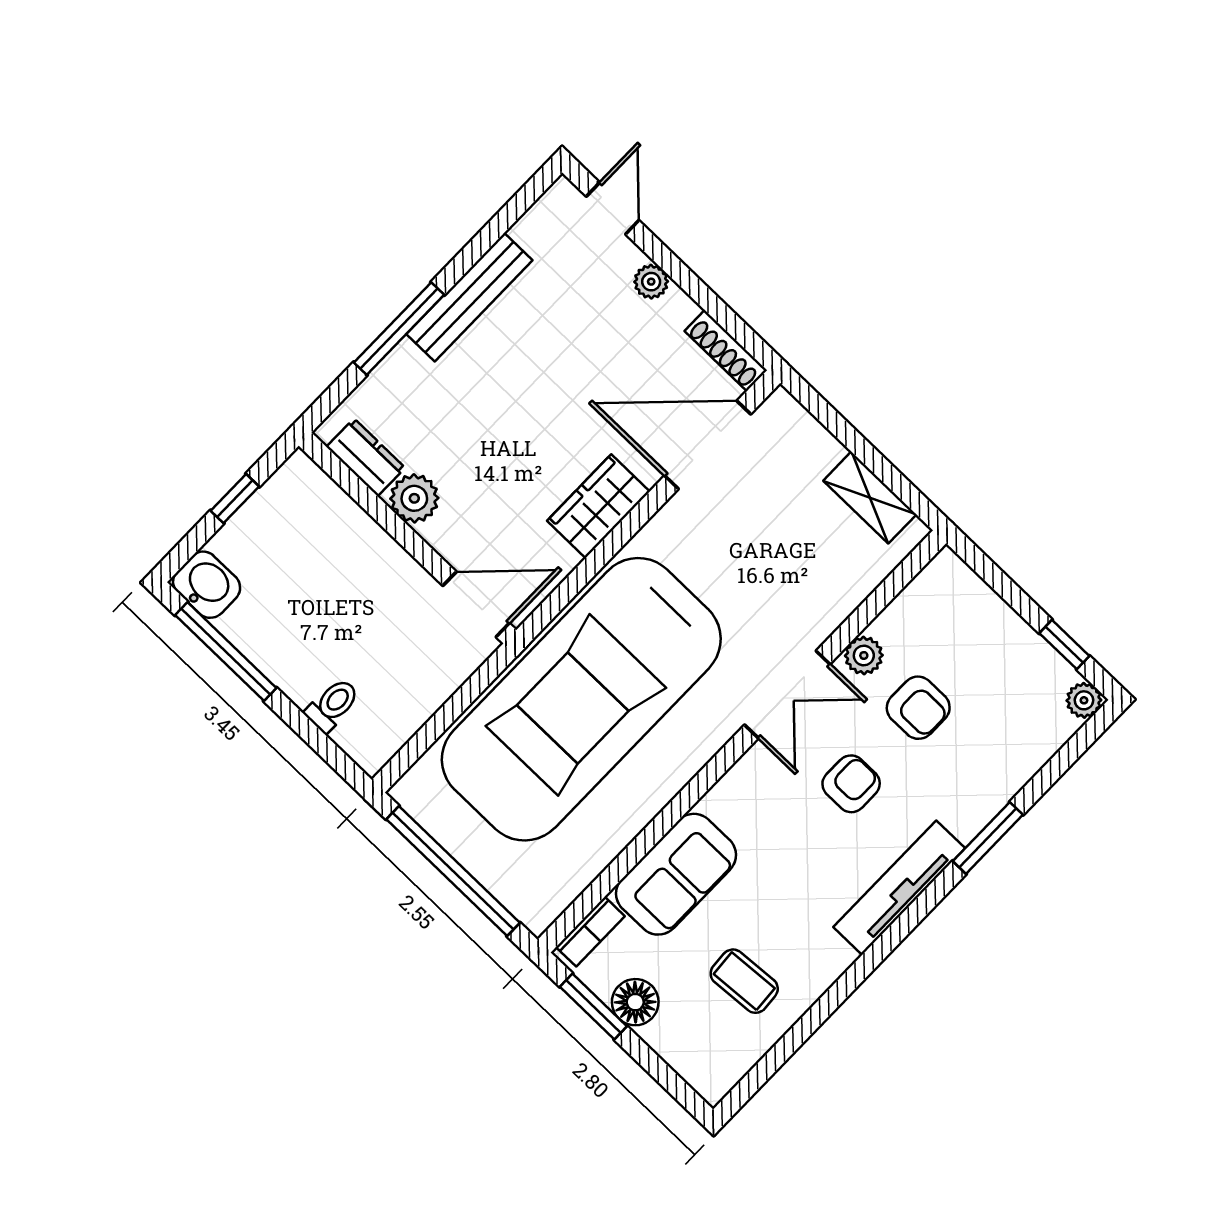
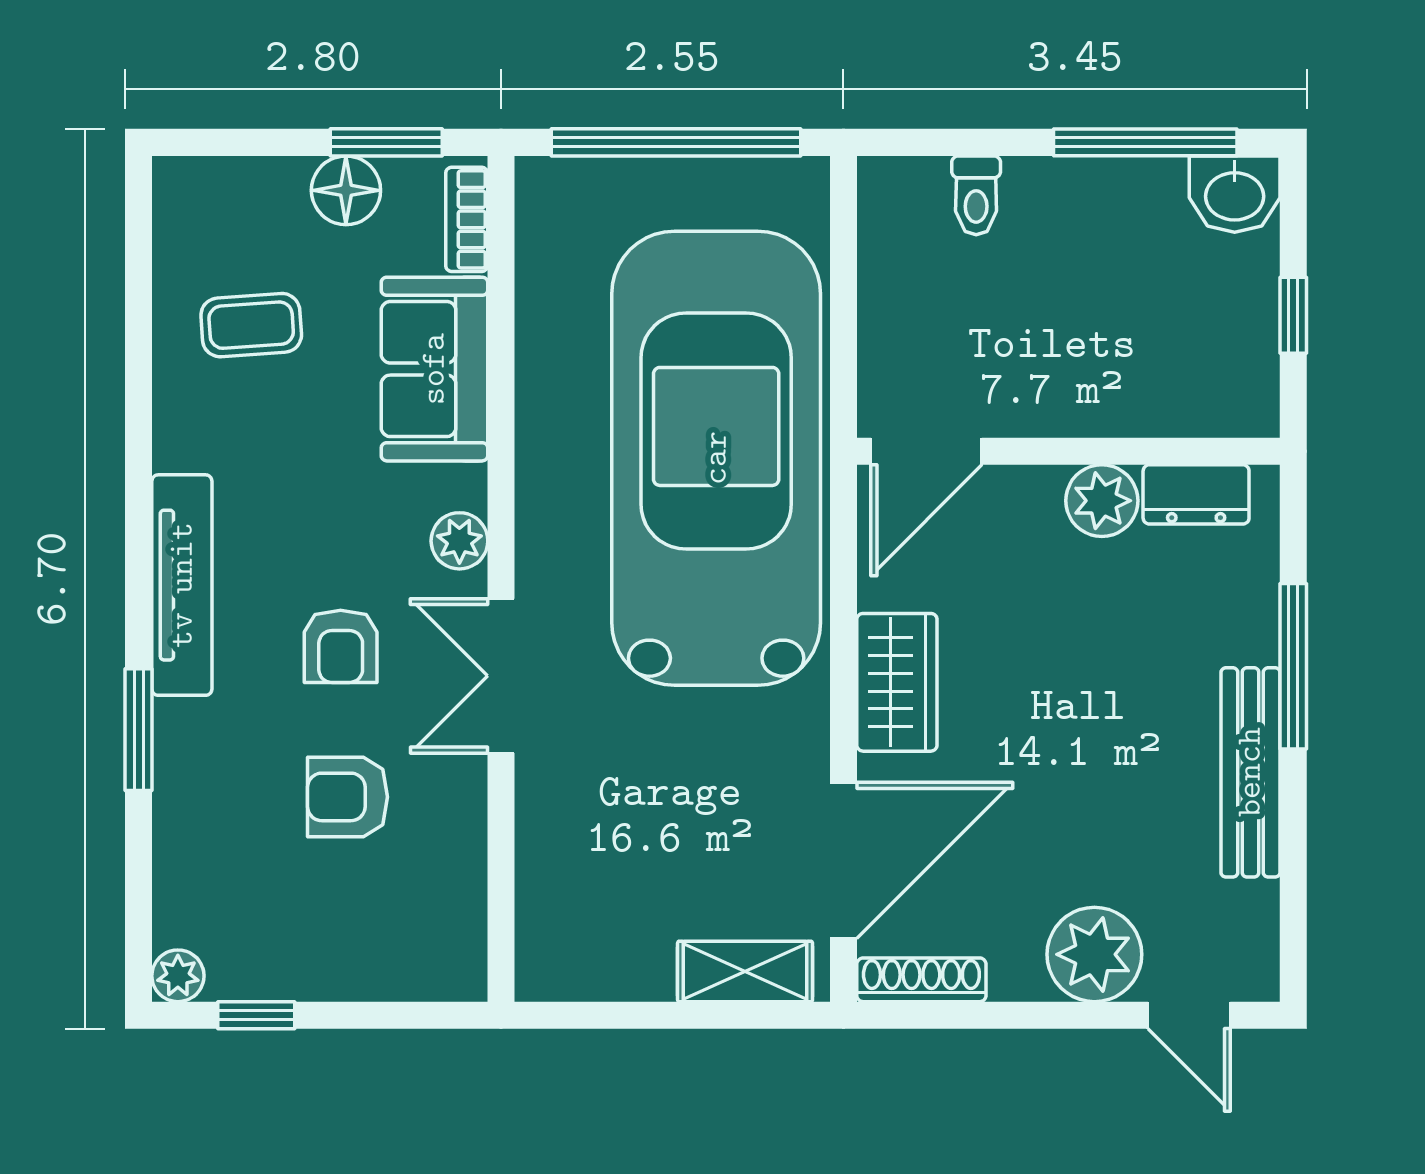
plant: (651, 282) -> (1094, 954), width x1.87, depth x1.87
shelving: (870, 498) -> (745, 971), moved
plant: (864, 656) -> (459, 541), moved

